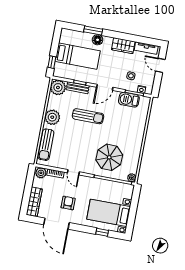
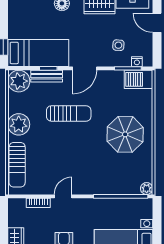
bed: (78, 56) -> (38, 53), moved
barbecue: (129, 100) -> (138, 79), moved
parasol: (109, 157) -> (125, 134), moved
door: (73, 172) -> (63, 196), swing flipped
plant: (41, 173) -> (17, 206), removed

